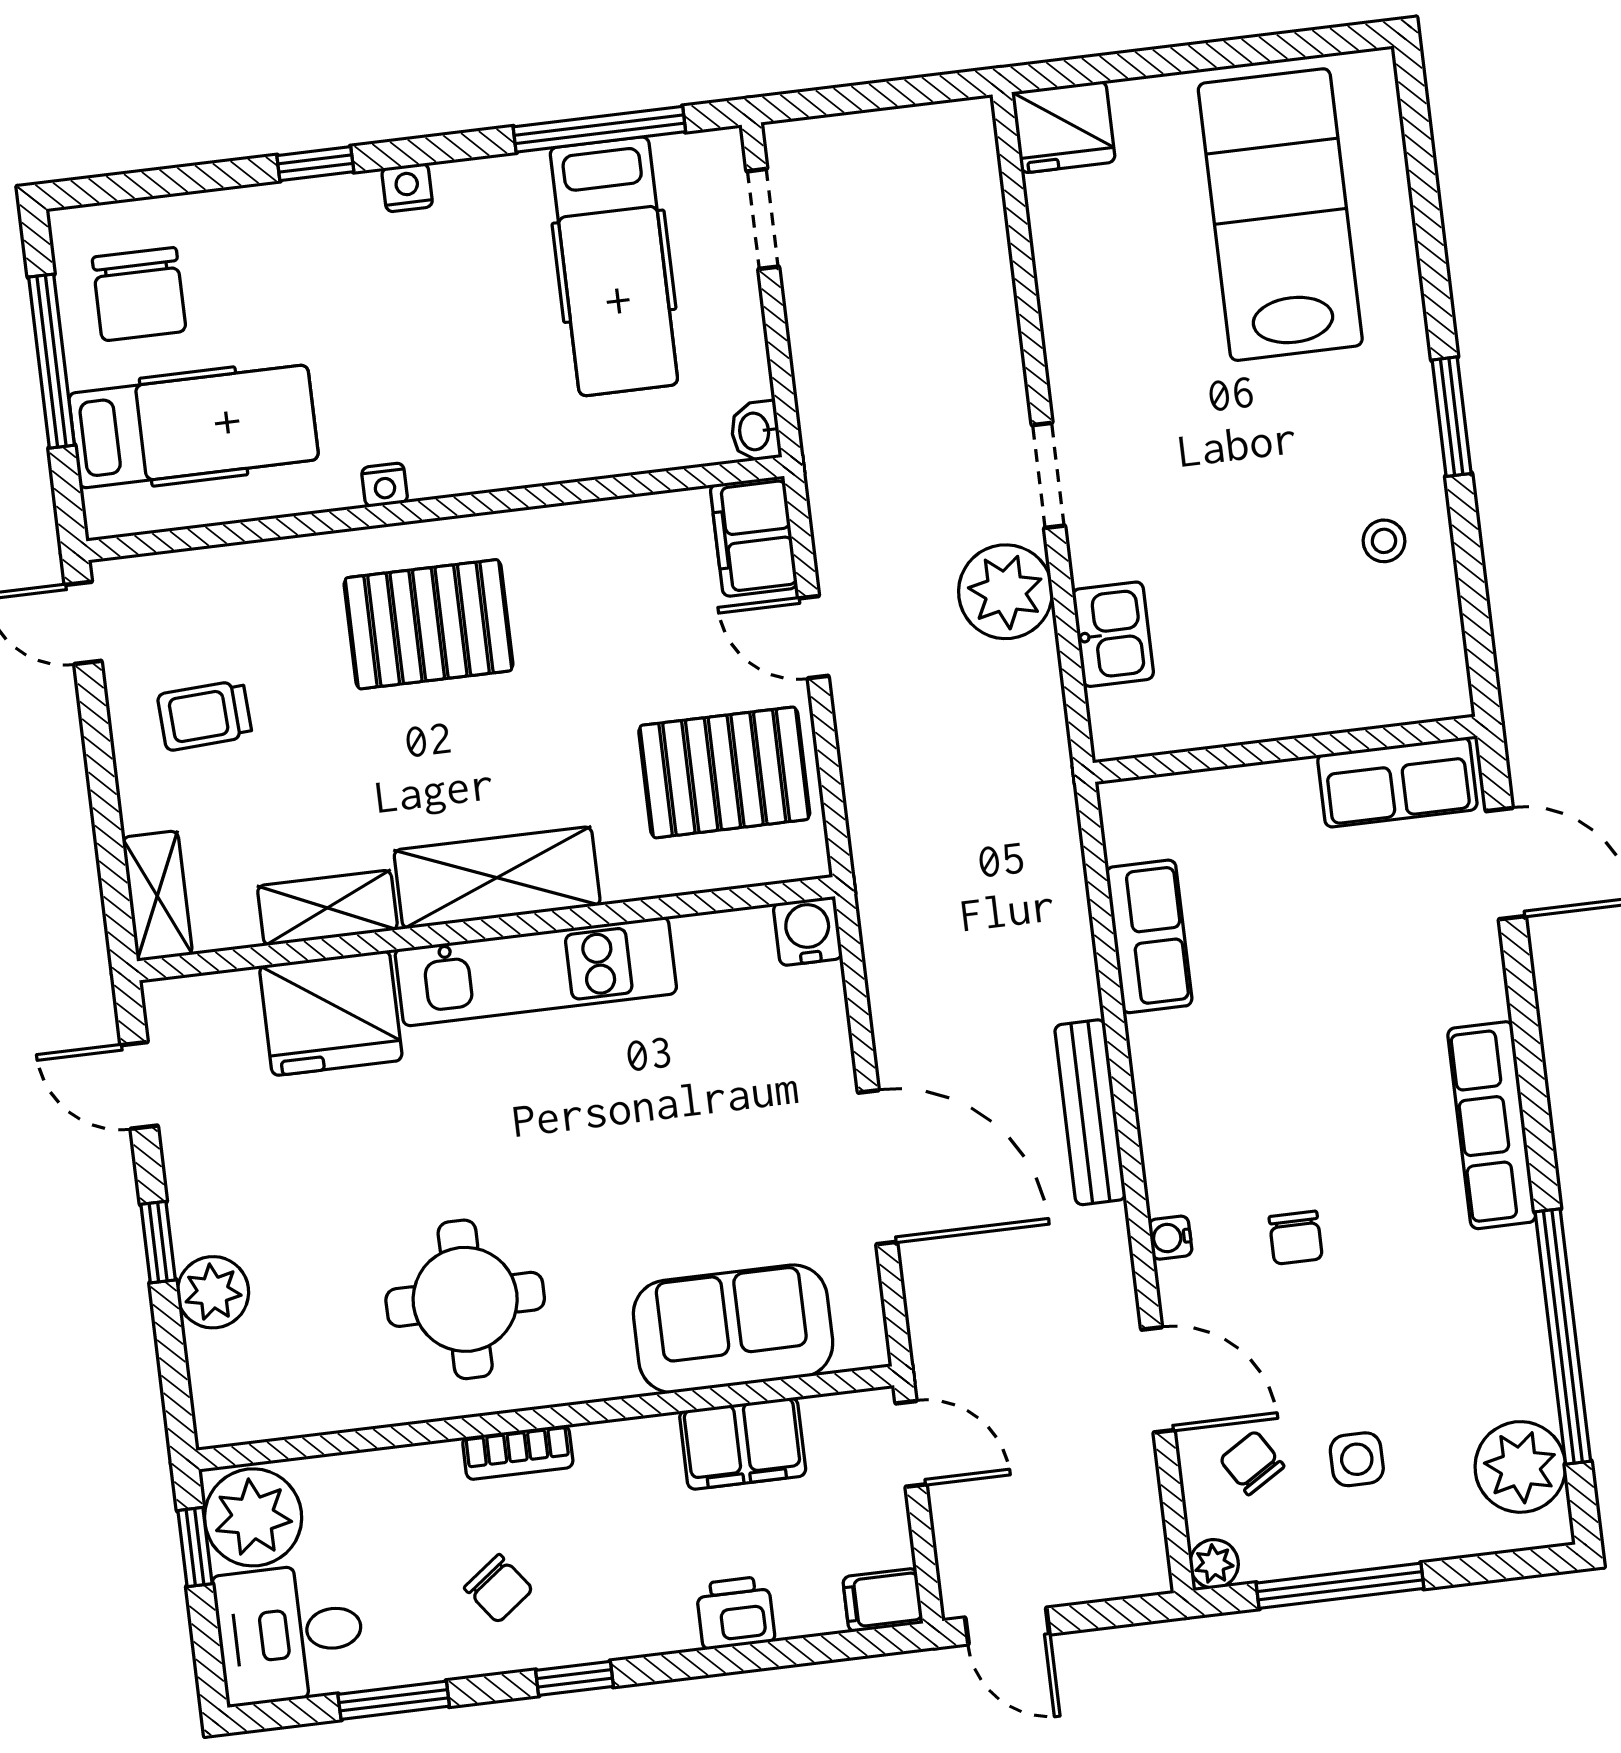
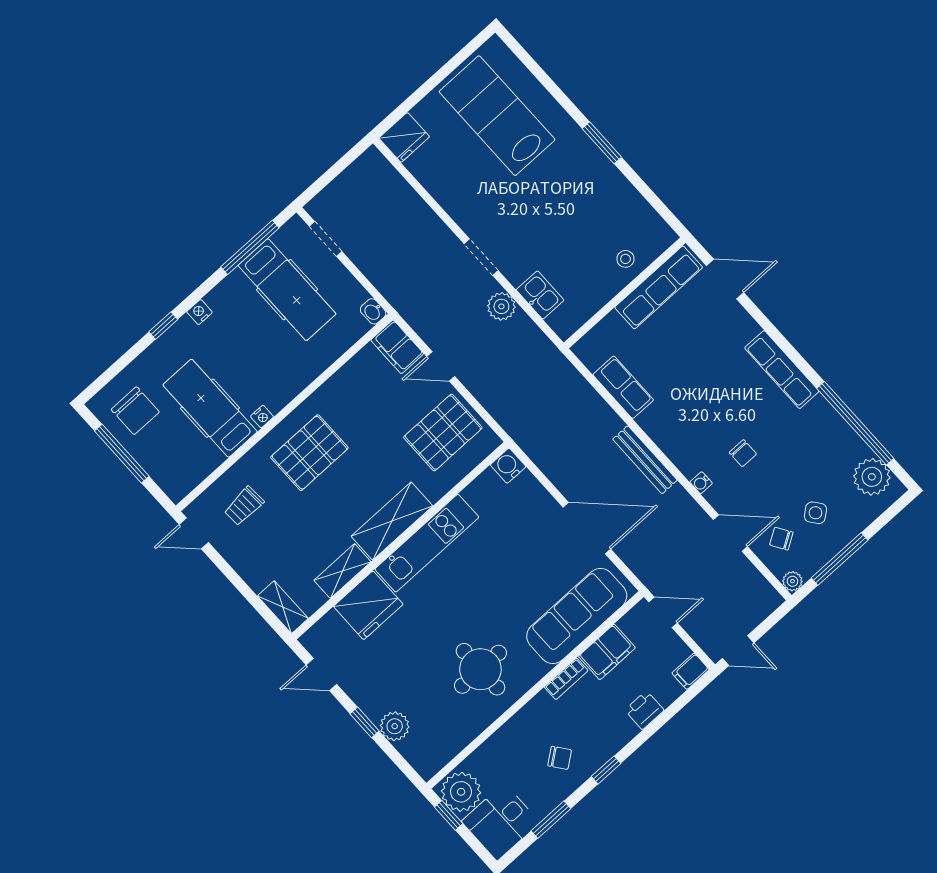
hospital bed: (194, 426) -> (210, 408), moved, turned -90
stool: (1384, 541) -> (625, 259), moved
plant: (1006, 592) -> (501, 306), width x0.73, depth x0.73
trolley: (205, 715) -> (244, 506), moved
row of seats: (1397, 782) -> (659, 287), width x1.48
sofa: (733, 1329) -> (577, 616), width x1.36
bookcase: (518, 1452) -> (566, 679), moved
side table: (1357, 1459) -> (815, 513), turned -38

